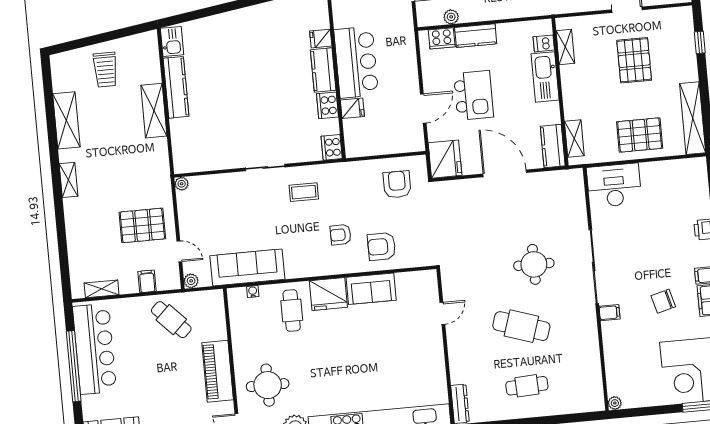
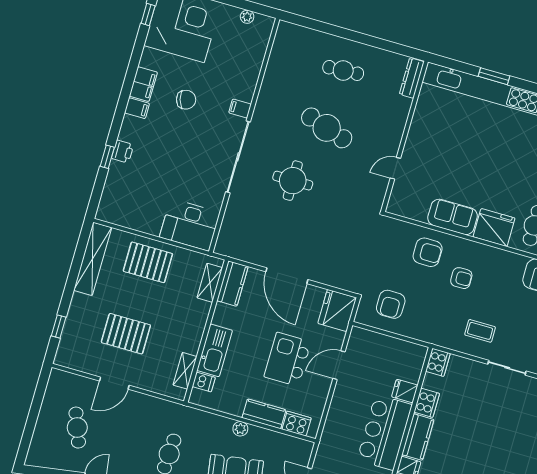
plant: (451, 17) -> (240, 429), moved
pallet: (634, 60) -> (126, 334), turned 90
plant: (615, 403) -> (247, 17), moved

